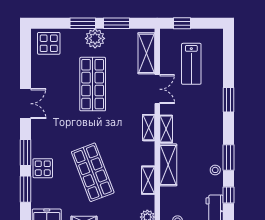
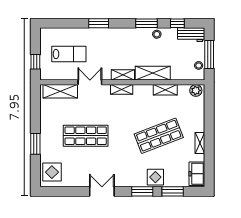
window: (117, 23) -> (35, 116), removed
plant: (95, 38) -> (48, 134), removed

